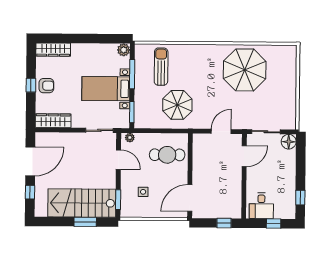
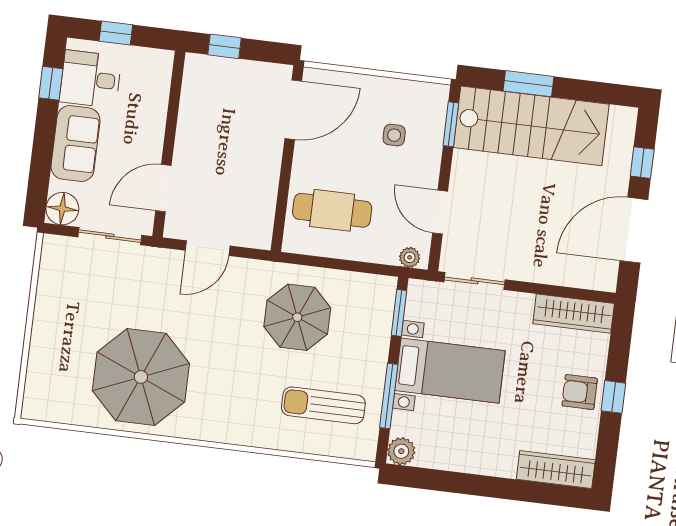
sun lounger: (161, 67) -> (323, 405), turned 90
sofa: (286, 172) -> (76, 144), added
desk: (261, 206) -> (91, 79), moved, turned -90

